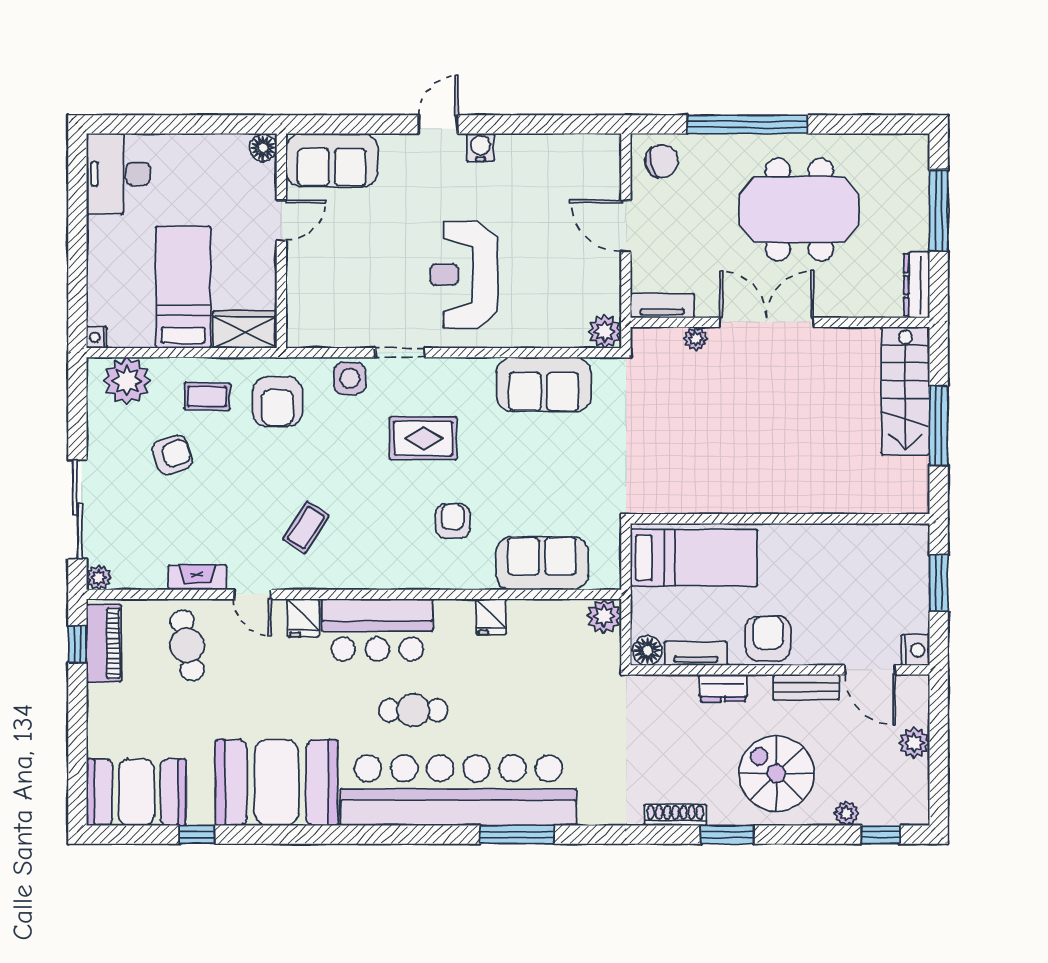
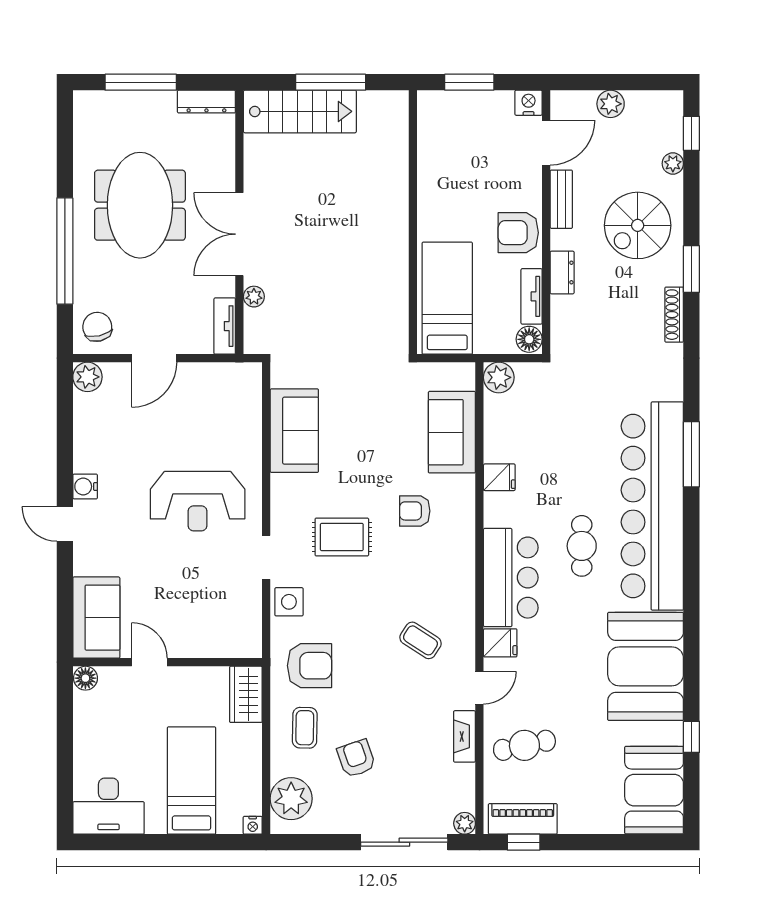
bed: (183, 287) -> (191, 781), moved, turned 90
plant: (605, 331) -> (87, 377), moved
rug: (423, 438) -> (342, 537), turned 90

